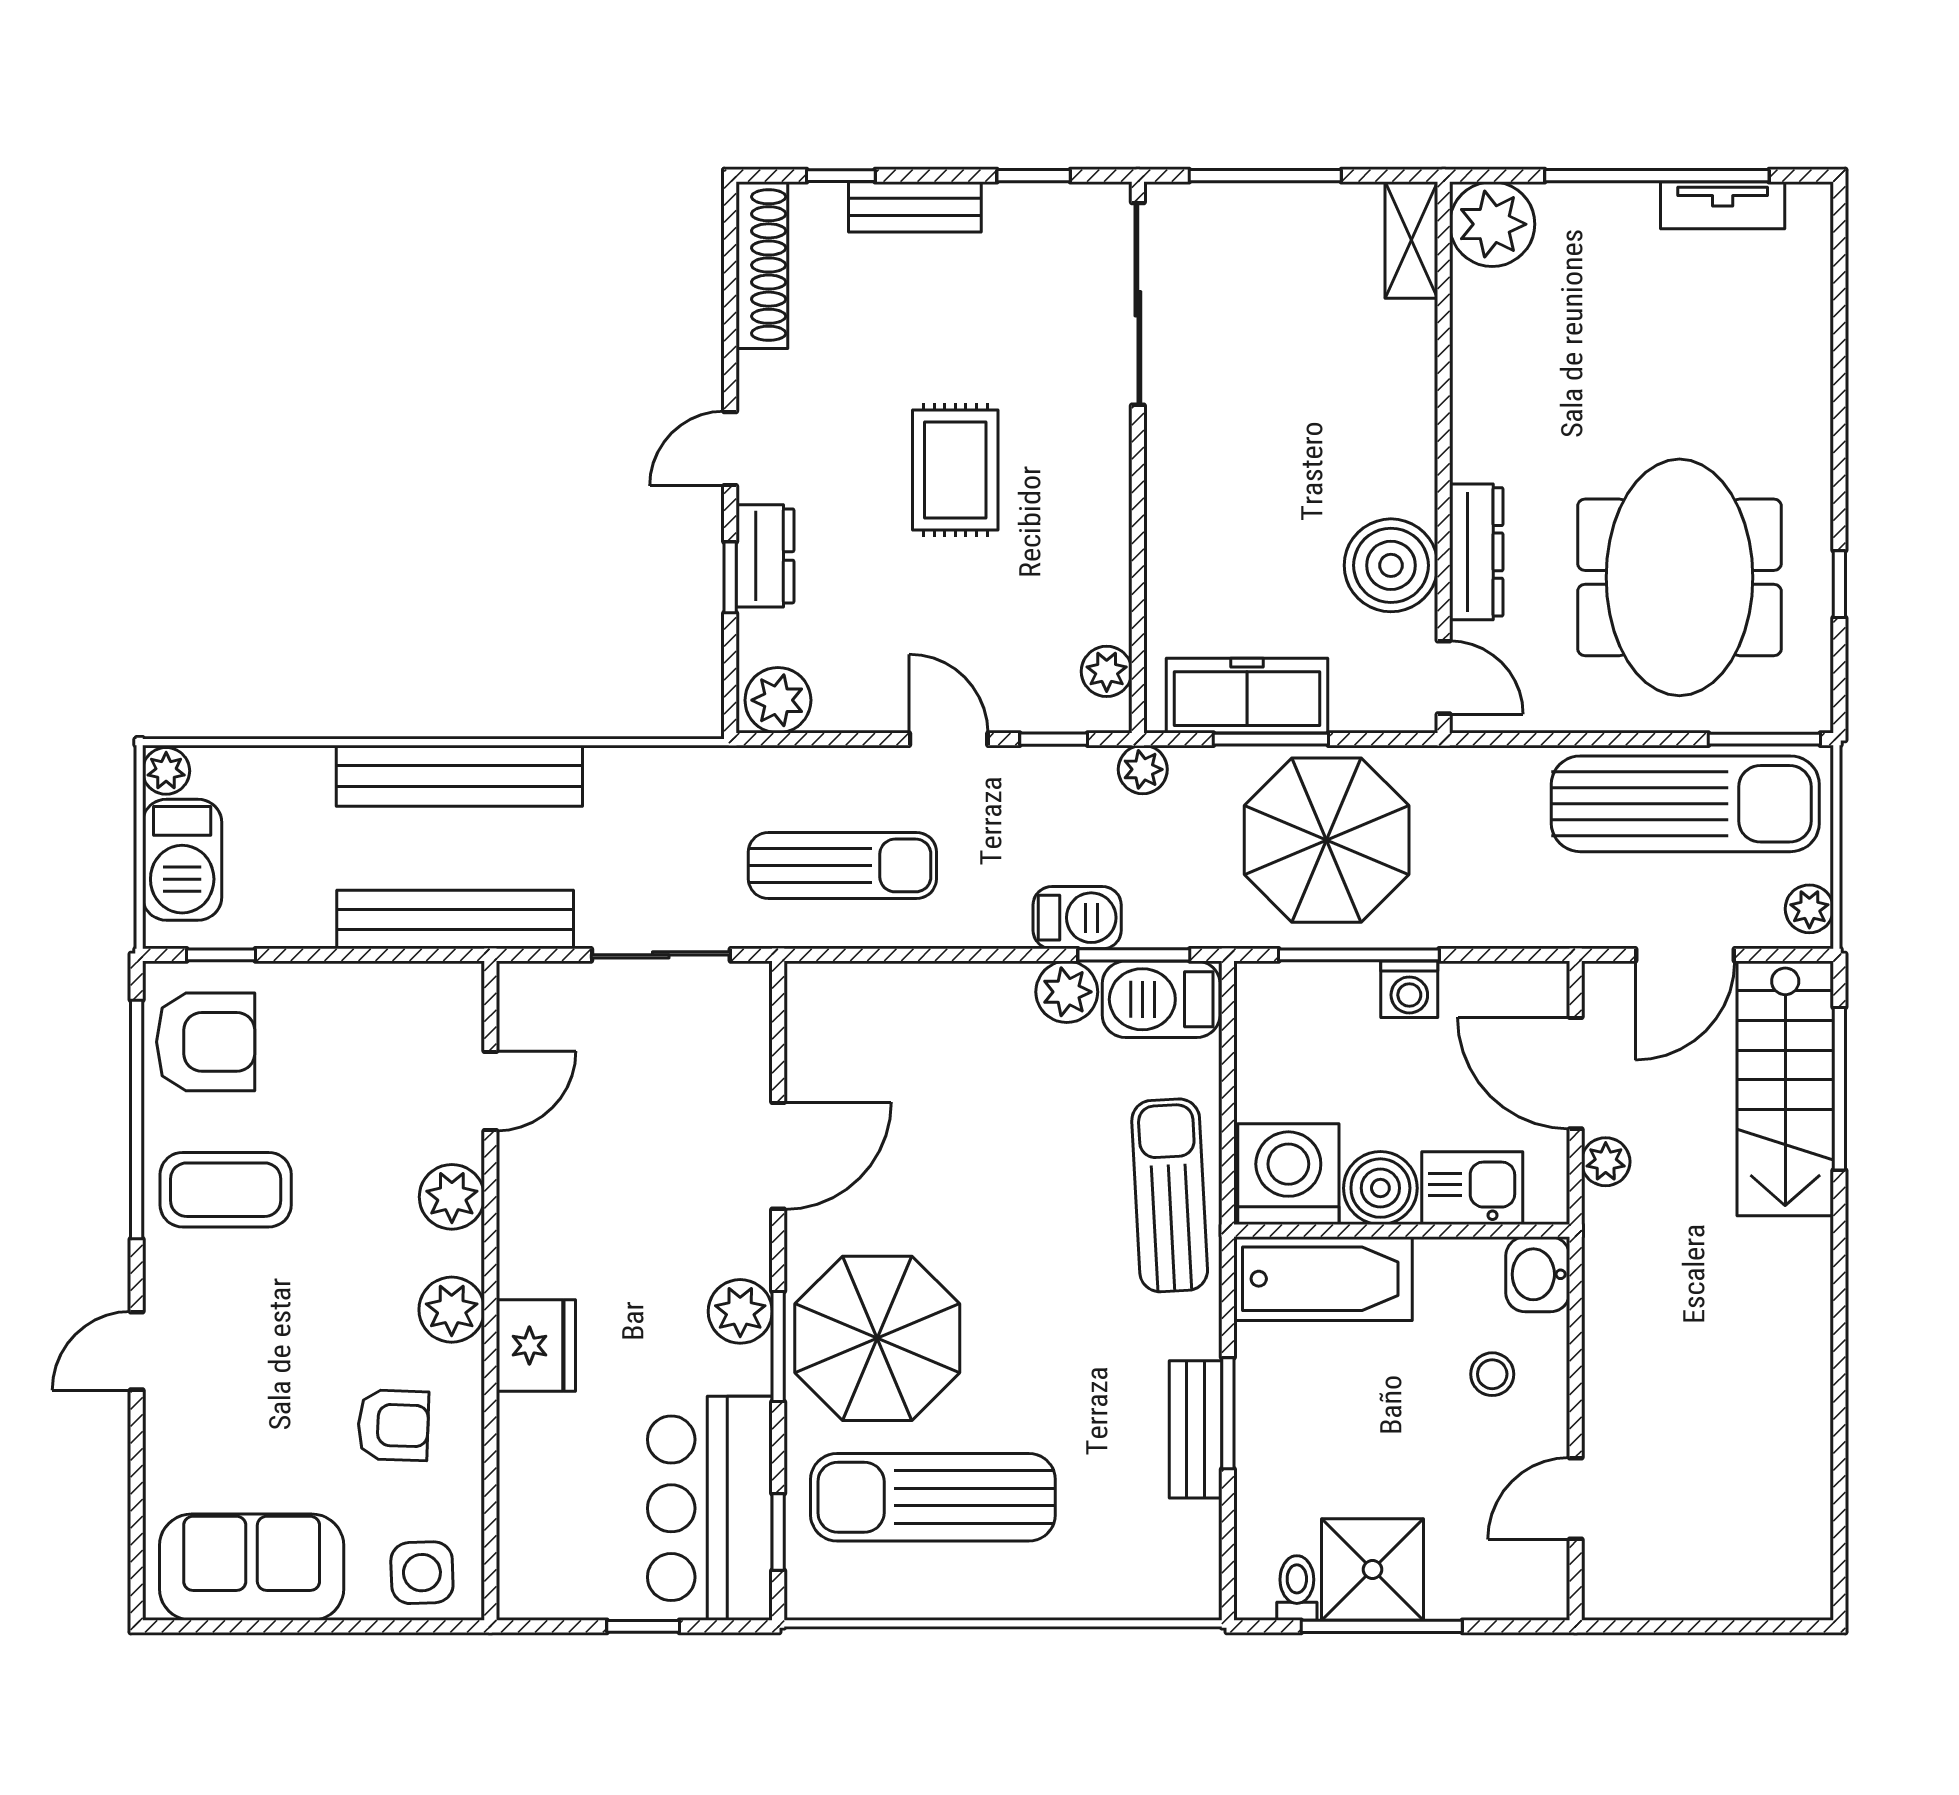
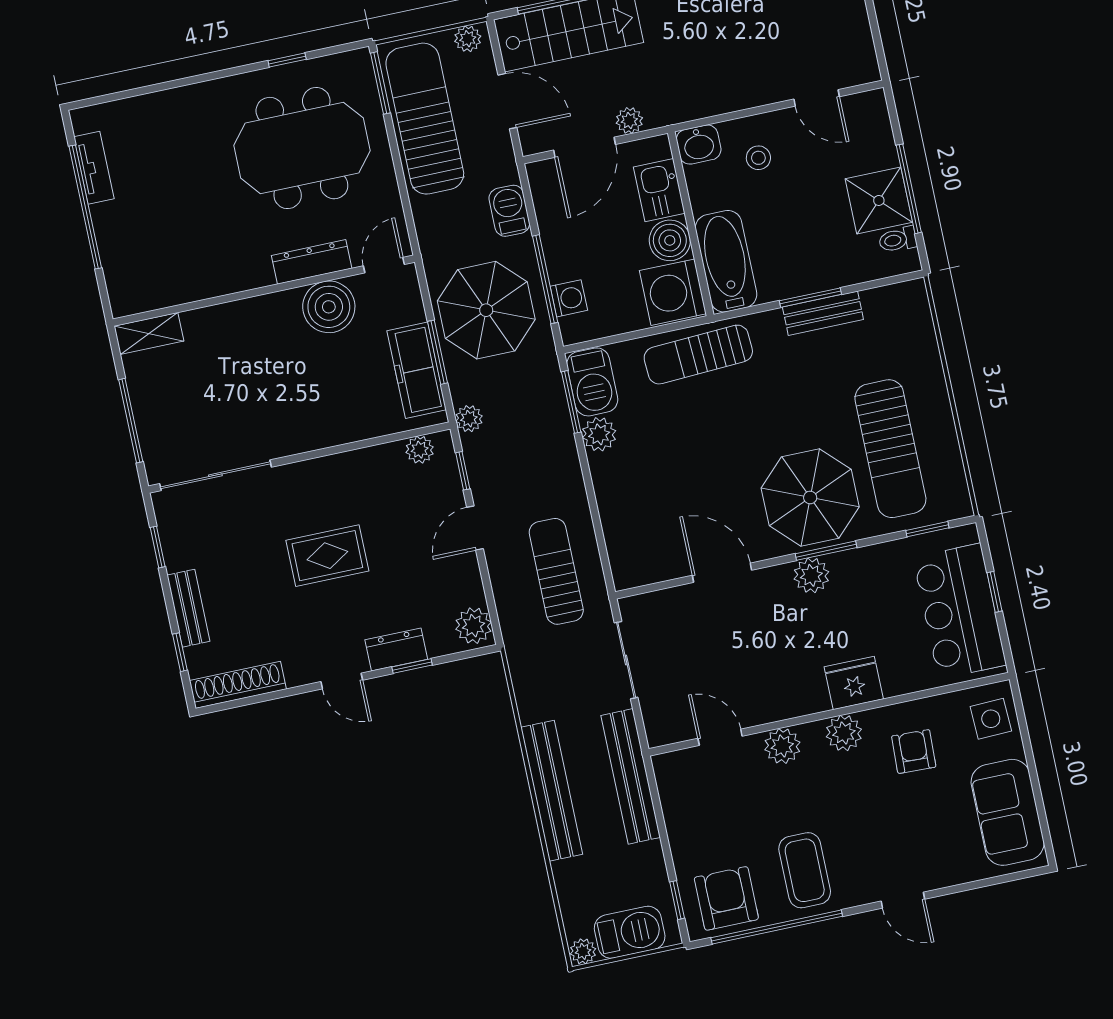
plant: (1492, 224) -> (131, 291), removed
barbecue: (1077, 918) -> (509, 211), moved
washing machine: (1409, 989) -> (569, 298), moved
bar counter: (710, 1508) -> (960, 611), moved, turned 90

